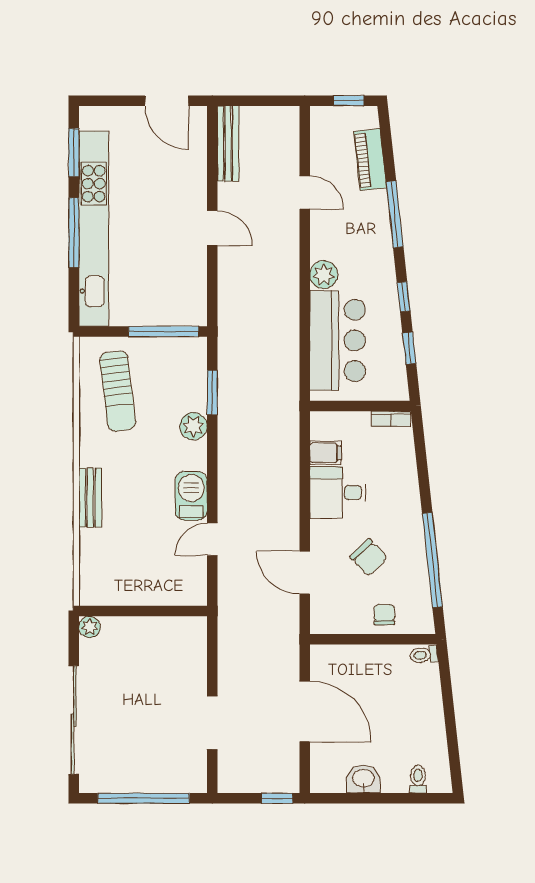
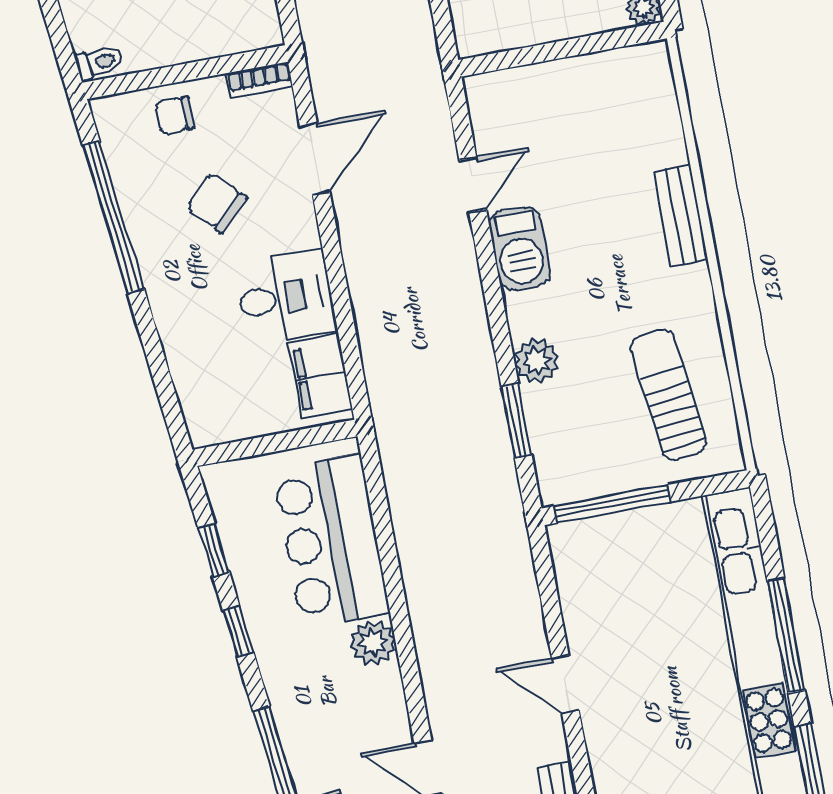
bookcase: (391, 419) -> (259, 80), moved, turned 180
filing cabinet: (326, 453) -> (320, 376), width x2.00
door: (305, 573) -> (315, 159), hinge flipped
chair: (384, 615) -> (174, 115), turned 90

